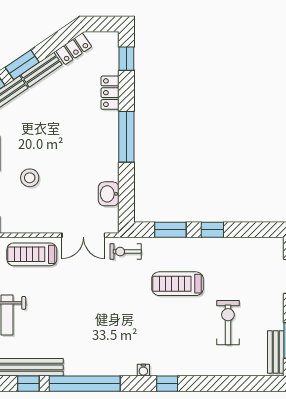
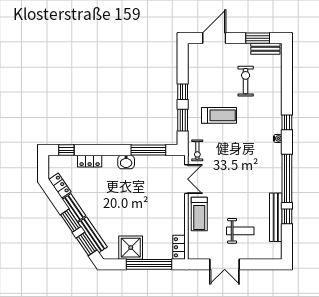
window: (126, 137) -> (148, 150), moved
stool: (30, 178) -> (147, 216), removed
washbasin: (109, 194) -> (126, 162), moved
treadmill: (177, 284) -> (219, 115), turned -90
exercise bike: (228, 323) -> (246, 81), turned 90

